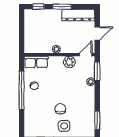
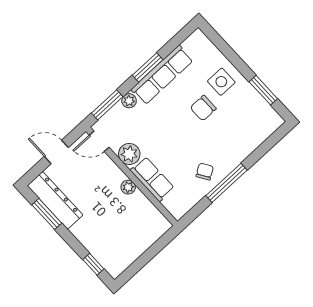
window: (62, 7) -> (47, 214), moved
row of seats: (36, 62) -> (152, 179), moved
window: (22, 90) -> (226, 183), width x0.68
row of seats: (89, 105) -> (162, 75), added
window: (97, 120) -> (148, 67), moved

